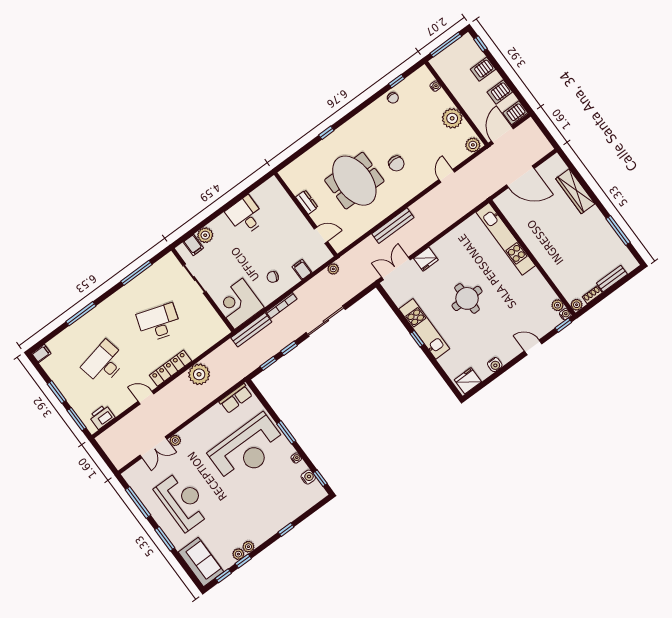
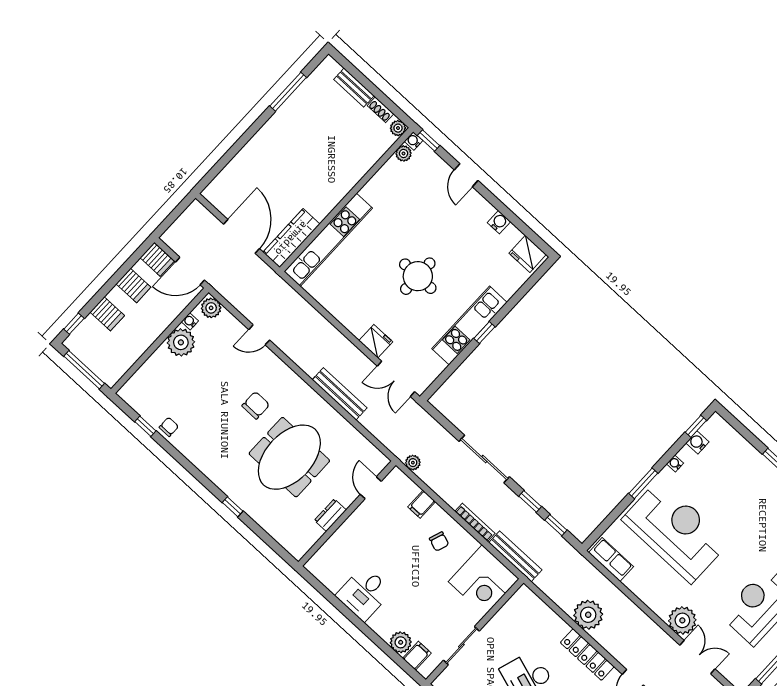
water cooler: (435, 86) -> (190, 321), moved
wardrobe: (575, 191) -> (291, 238), moved, turned 180
plant: (175, 440) -> (682, 620), width x1.87, depth x1.87

